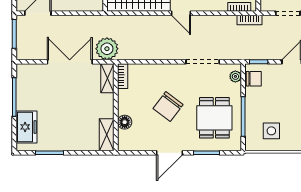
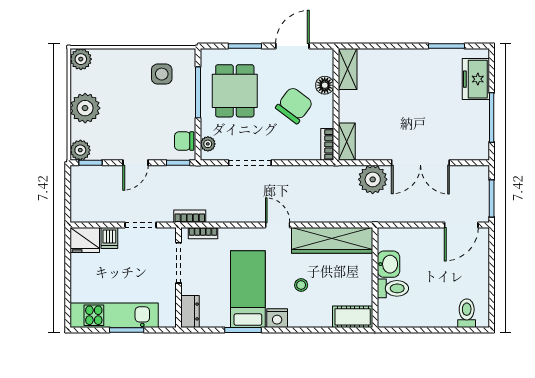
bookcase: (123, 76) -> (327, 144), moved
shelving: (107, 78) -> (347, 142), moved
wall: (116, 107) -> (336, 104), moved
floor lamp: (125, 122) -> (325, 85), moved
shelving: (107, 135) -> (348, 69), moved

